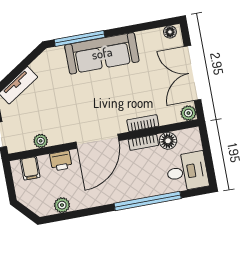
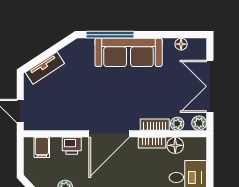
floor lamp: (170, 32) -> (181, 44), moved
plant: (41, 141) -> (177, 124), moved

